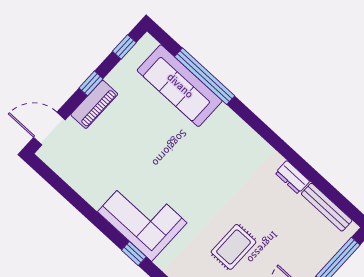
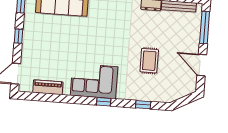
piano: (94, 104) -> (48, 87), moved, turned -90

